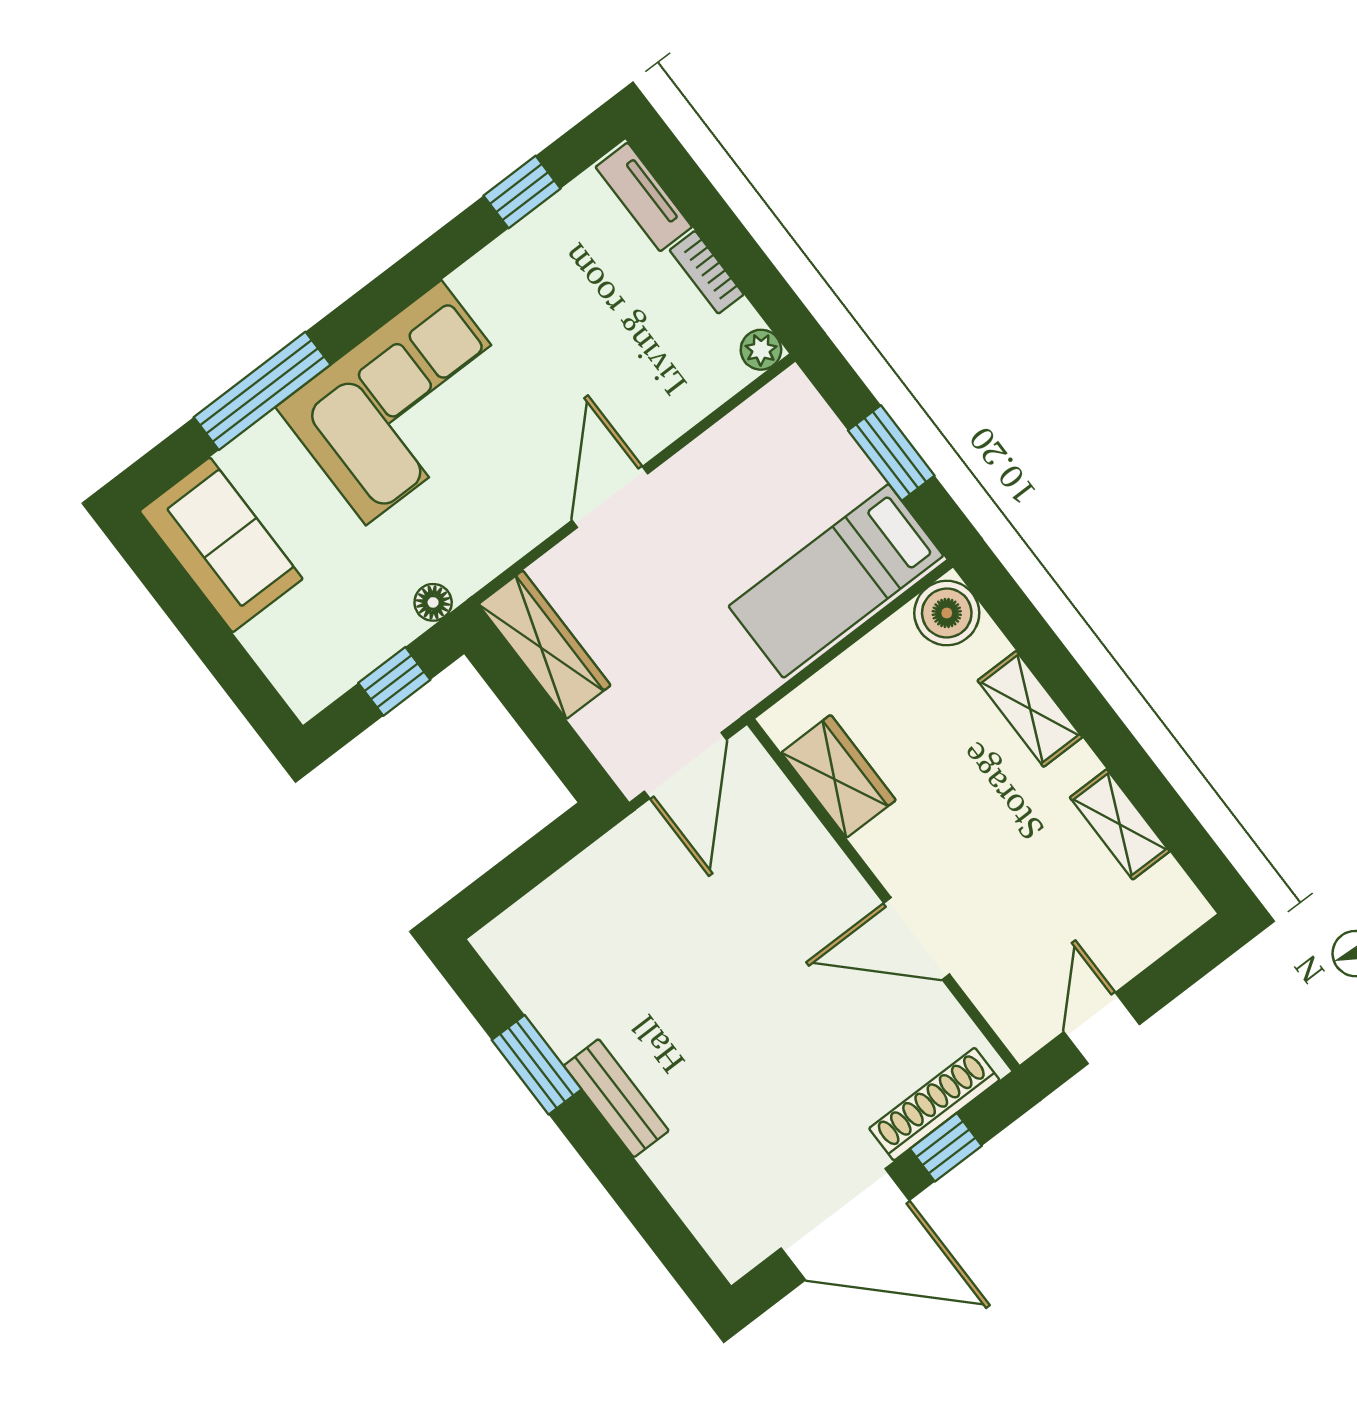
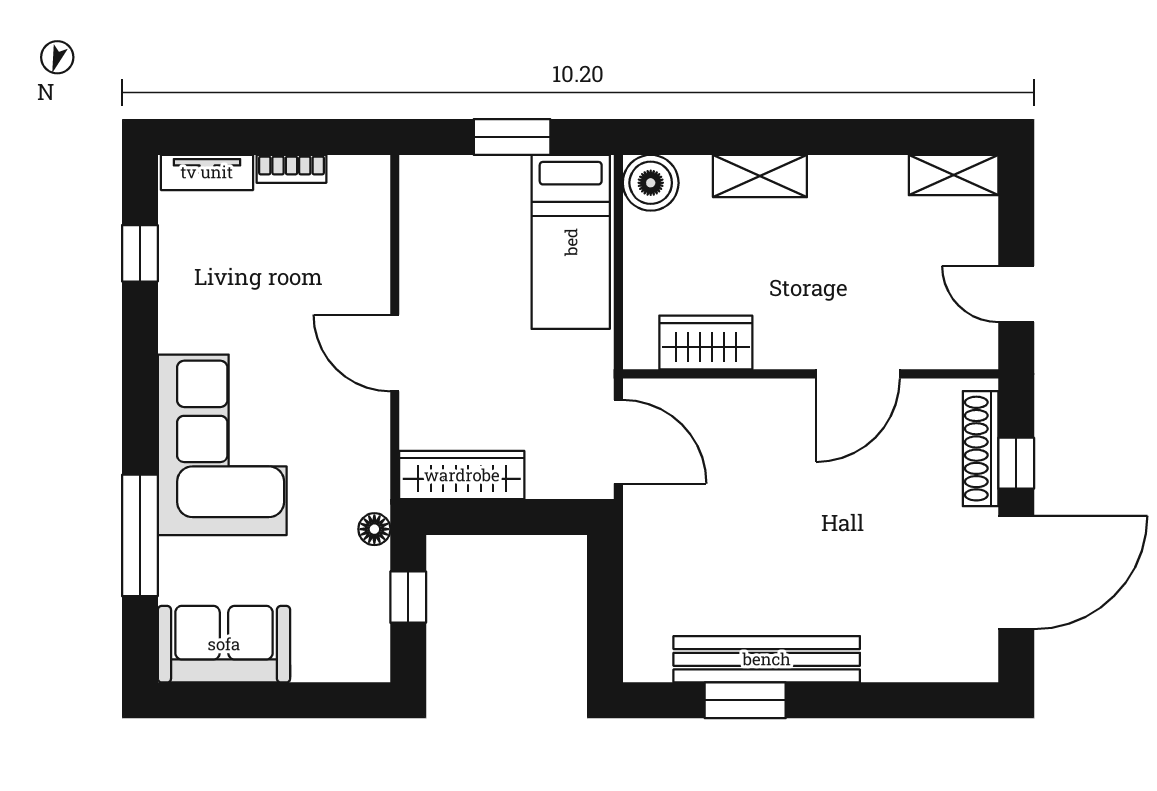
plant: (761, 350) -> (373, 172), removed
shelving: (1120, 824) -> (954, 175), moved
bench: (616, 1098) -> (767, 659), width x1.86, depth x1.21

